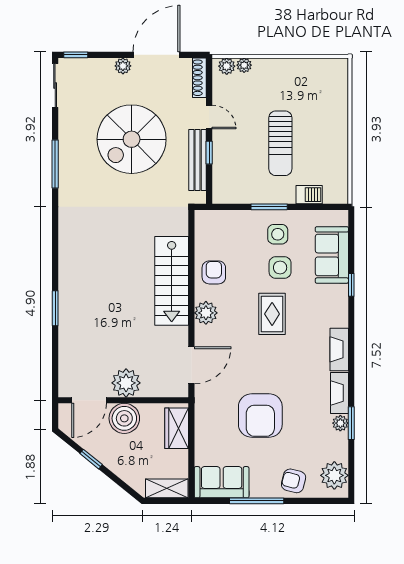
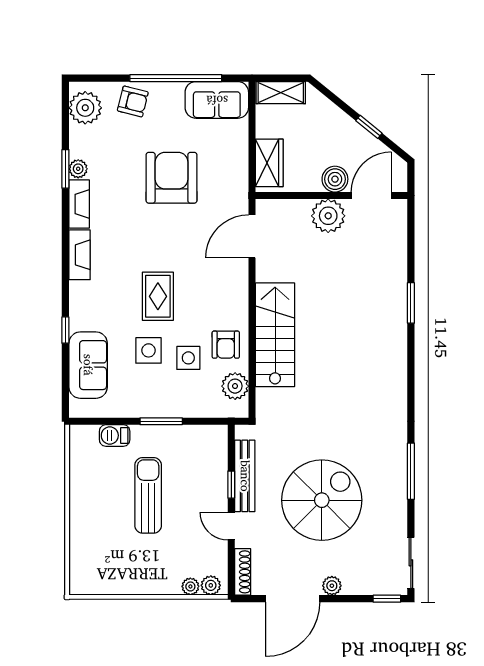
side table: (278, 234) -> (188, 358), moved
plant: (206, 313) -> (235, 386), moved
boiler: (124, 418) -> (335, 179), width x0.73, depth x0.73
window: (257, 501) -> (176, 78), width x1.46

